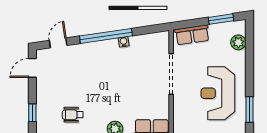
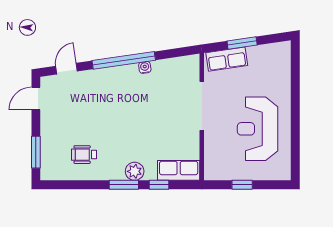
window: (221, 19) -> (242, 43), moved
plant: (238, 42) -> (282, 68), removed
window: (249, 109) -> (295, 148), removed
window: (32, 113) -> (36, 152), width x1.50

